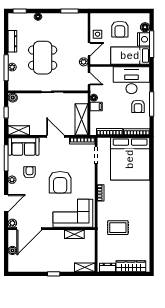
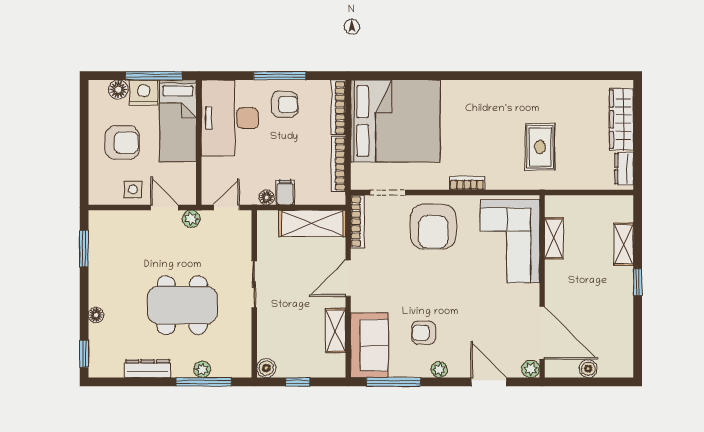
shelving: (19, 130) -> (335, 331), moved
armchair: (60, 182) -> (433, 227), moved, turned 90
shelving: (85, 267) -> (624, 244), moved

